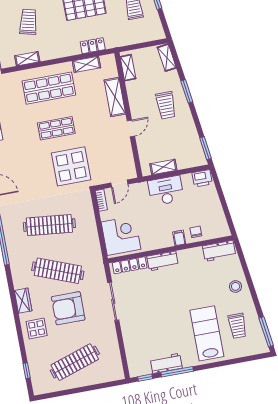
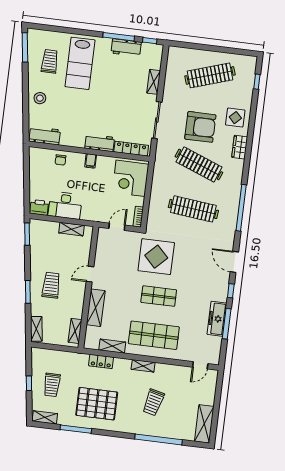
shelving: (27, 59) -> (143, 366), moved
desk: (166, 191) -> (65, 205), moved
filing cabinet: (179, 238) -> (91, 161), moved
shelving: (128, 338) -> (154, 82), added

